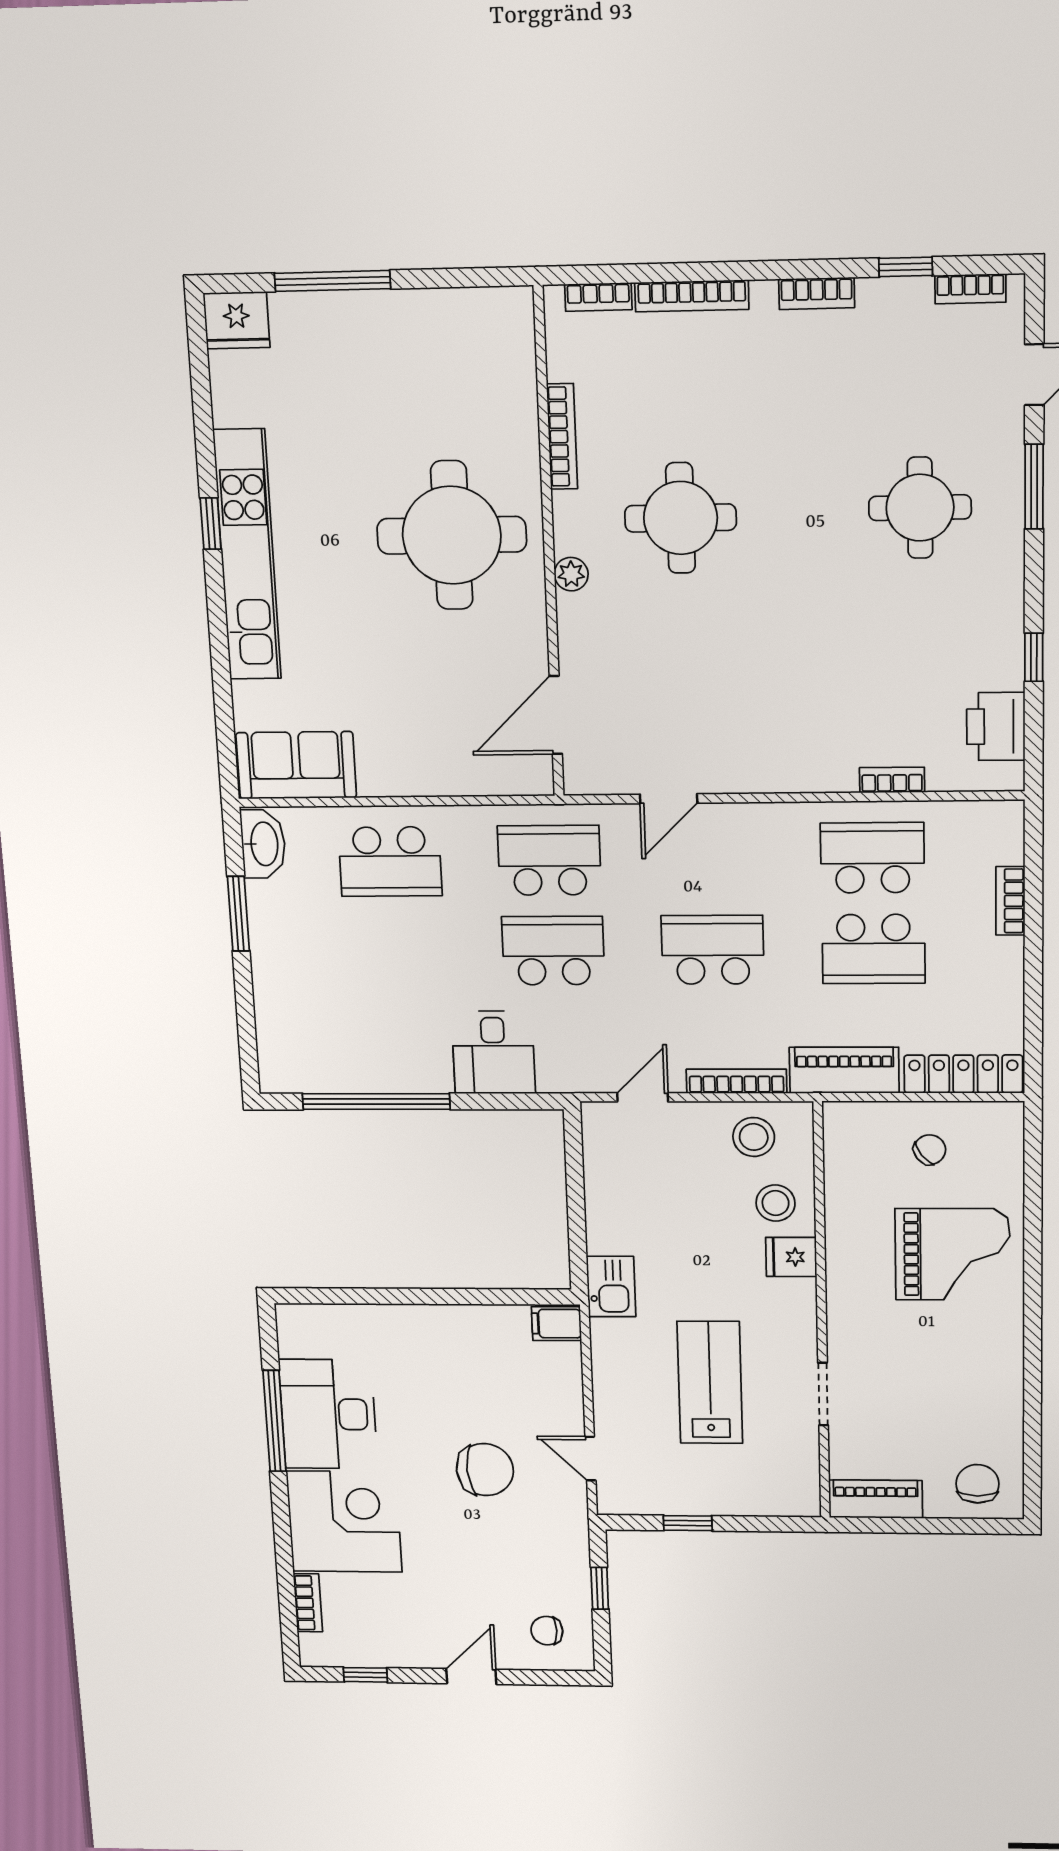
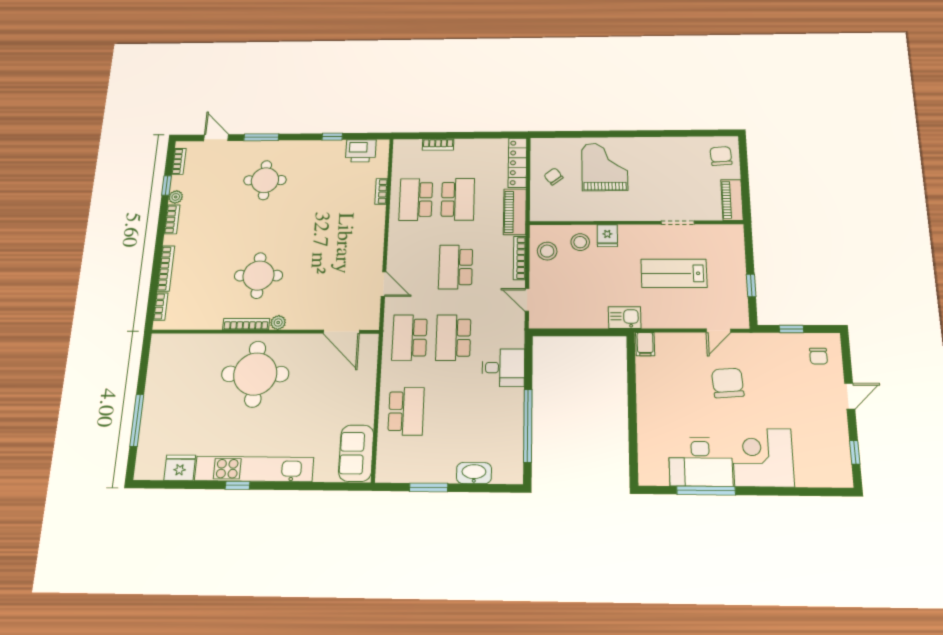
plant: (875, 294) -> (176, 197), added
fridge: (237, 320) -> (180, 468), moved, turned -90
bookcase: (562, 437) -> (246, 324), moved
washbasin: (263, 844) -> (474, 473), moved
chair: (977, 1484) -> (721, 156), turned 86
bookcase: (308, 1603) -> (814, 481), removed
door: (471, 1676) -> (850, 396), swing flipped

